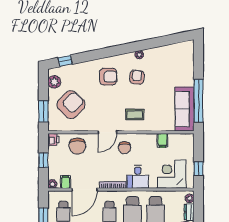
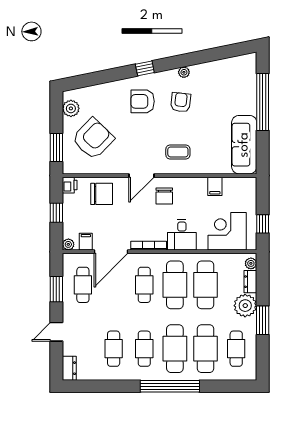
window: (65, 61) -> (145, 68), moved
armchair: (108, 77) -> (143, 101), turned 180
window: (198, 101) -> (263, 102), moved
chair: (77, 146) -> (102, 194), turned -90

